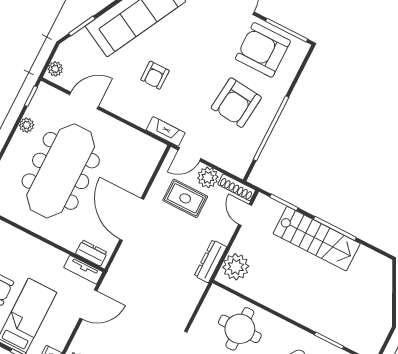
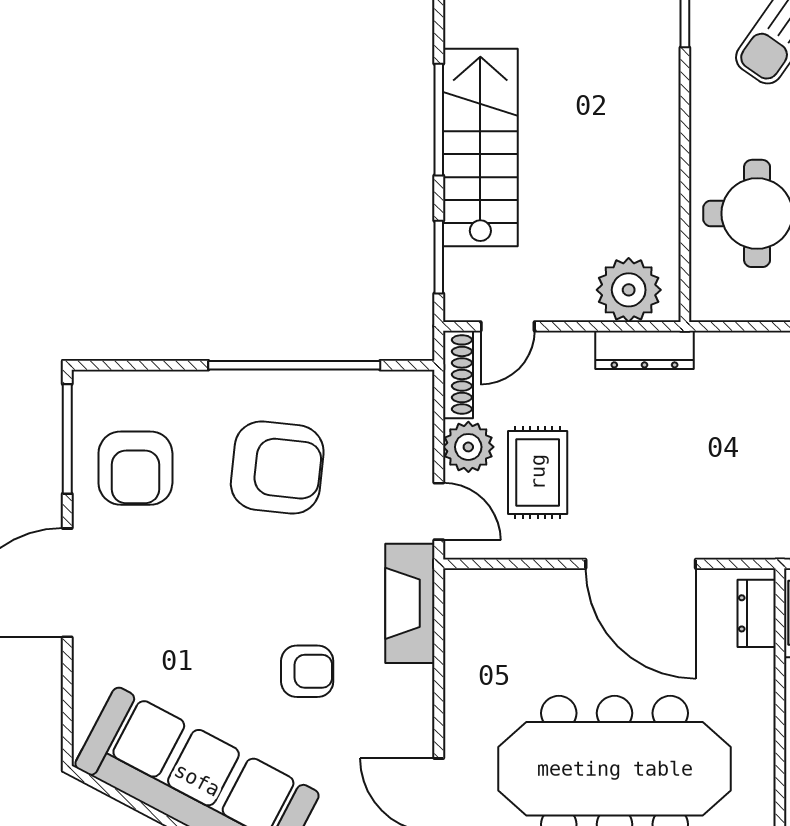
armchair: (263, 50) -> (135, 468), width x0.73, depth x0.73
fireplace: (166, 131) -> (410, 603), width x1.37, depth x1.32
door: (132, 219) -> (641, 564), hinge flipped

